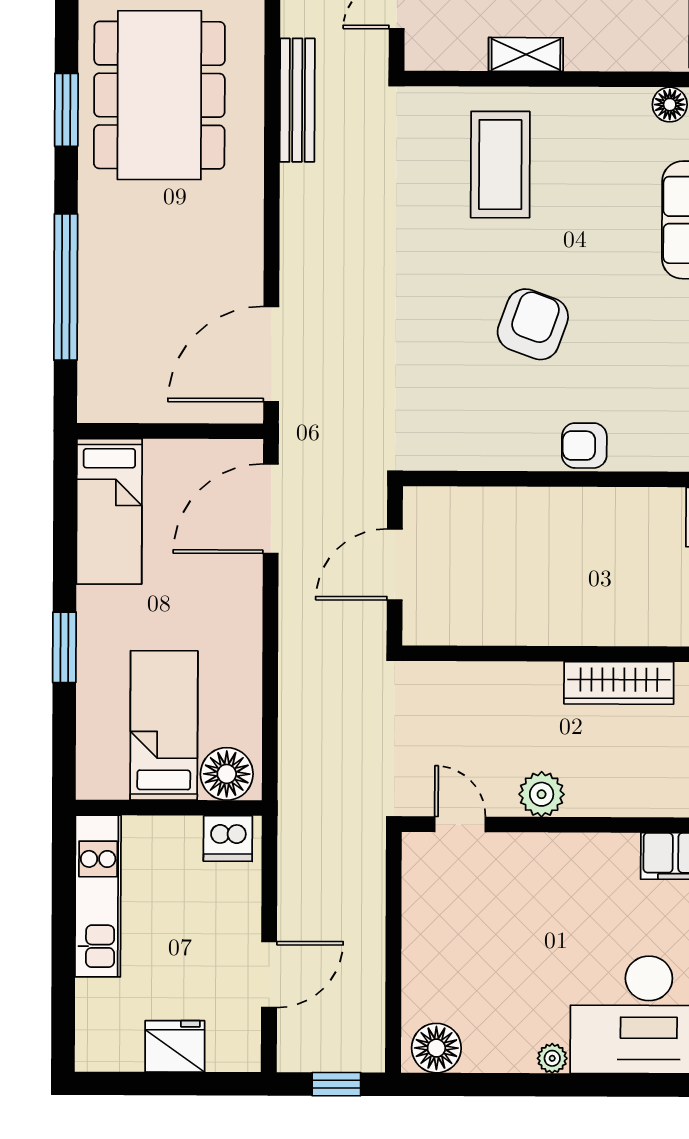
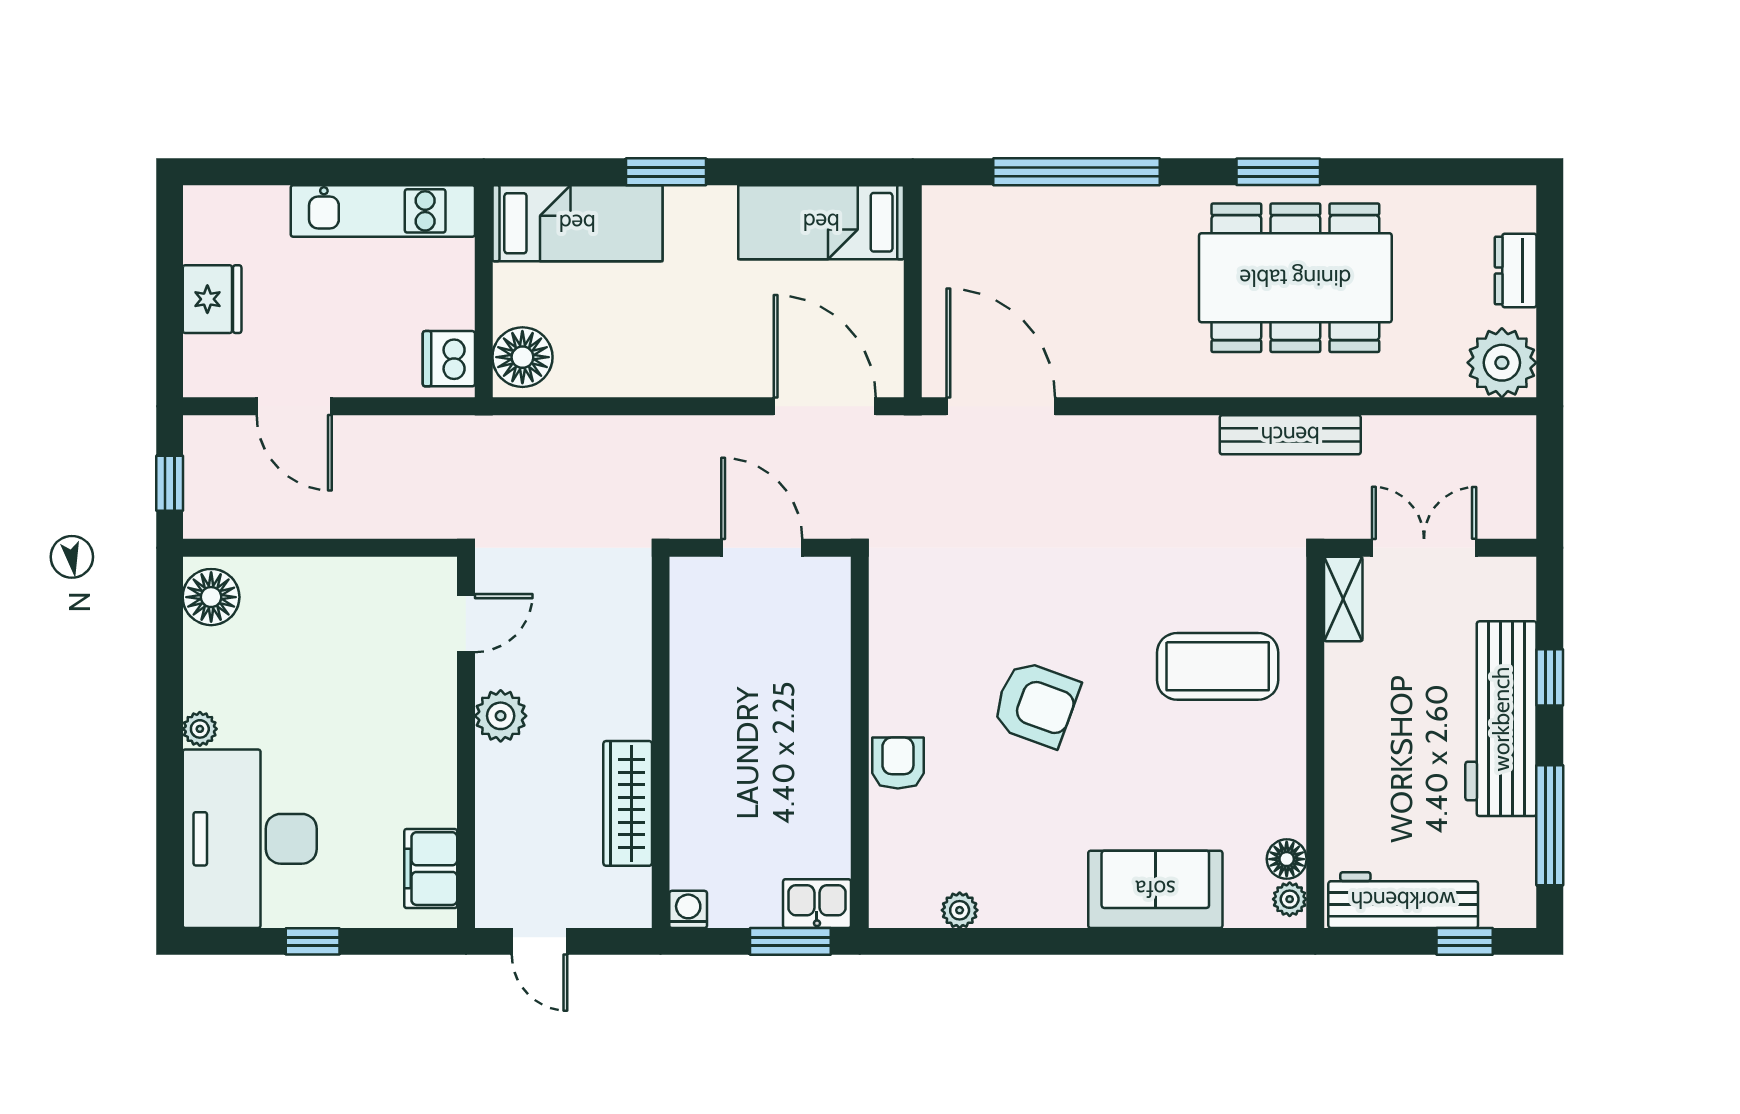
shelving: (526, 54) -> (1343, 599), moved
bed: (164, 725) -> (577, 223), moved

